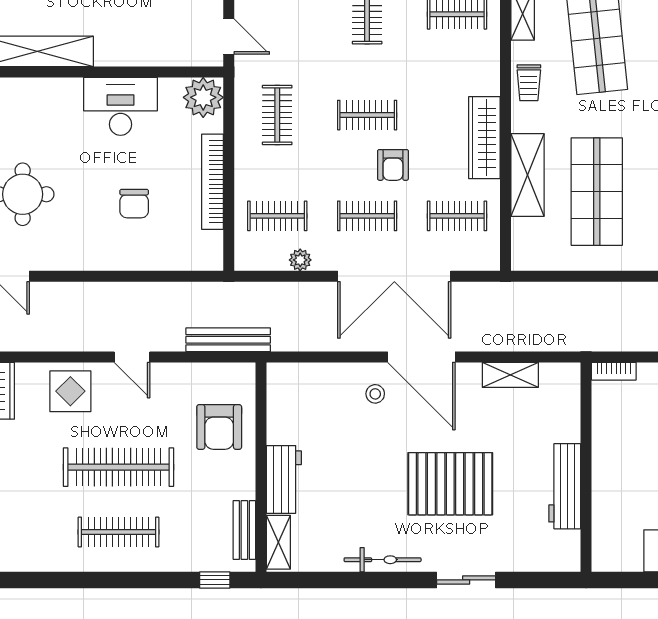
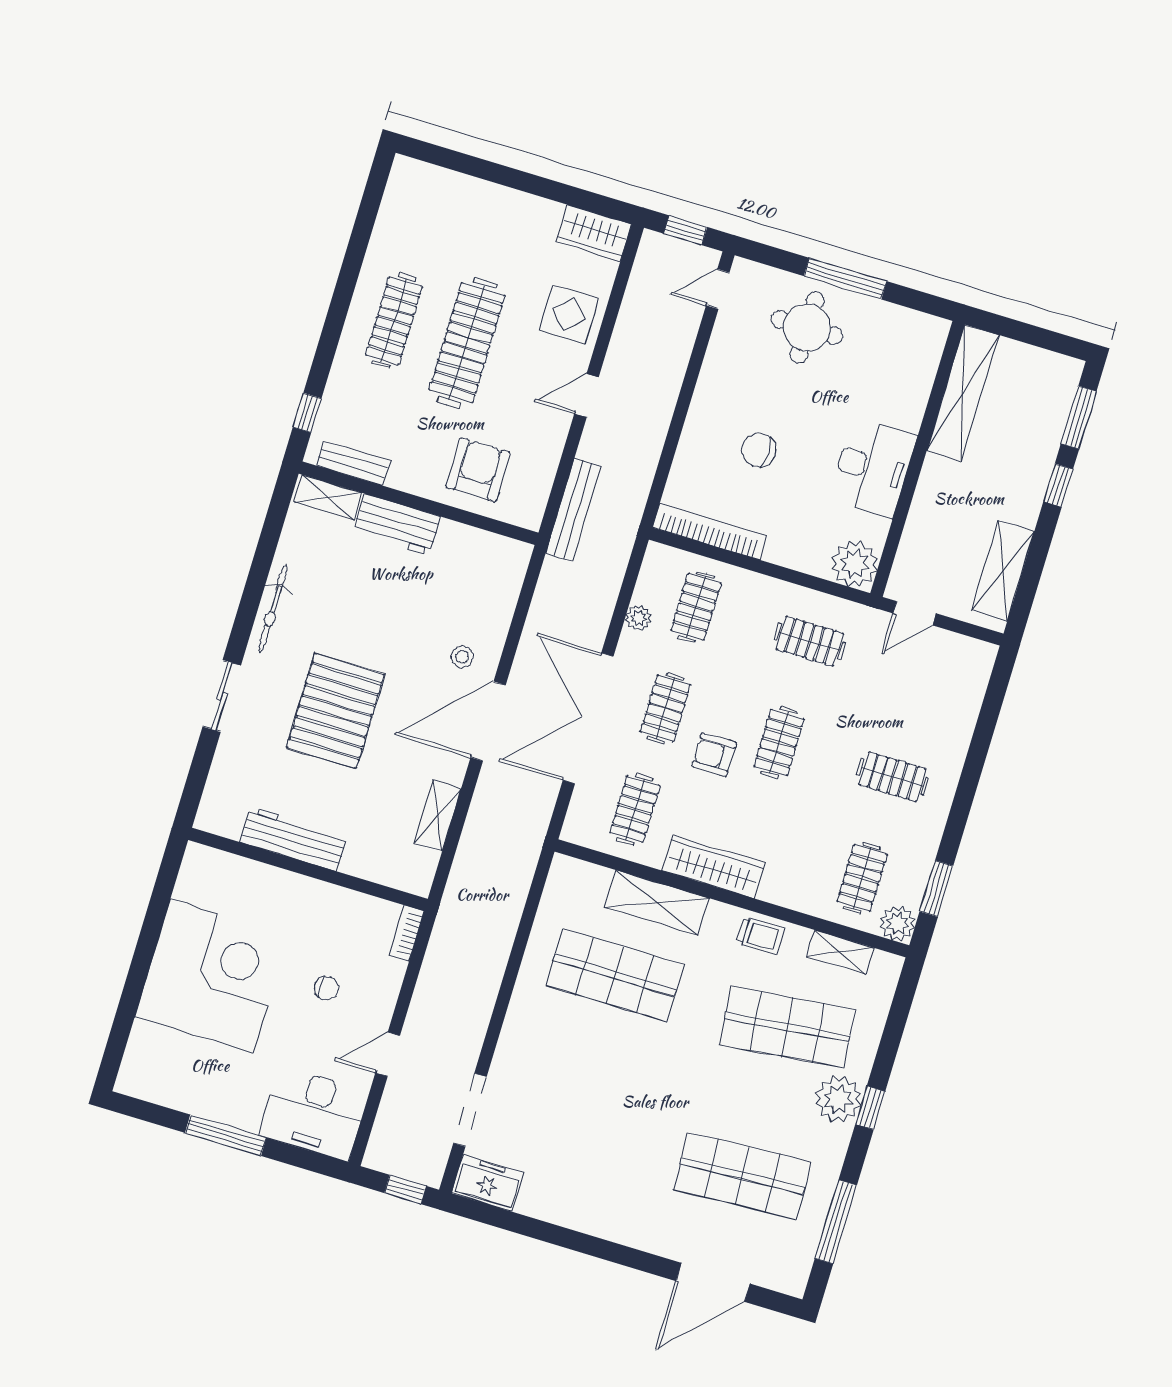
trolley: (529, 83) -> (760, 936), turned 180
bookcase: (212, 182) -> (710, 532), moved
armchair: (219, 427) -> (478, 470), turned 90

